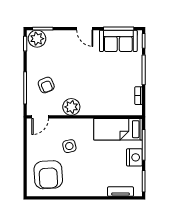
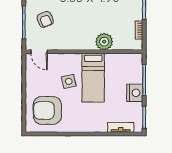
plant: (71, 107) -> (104, 42), moved
door: (40, 117) -> (39, 52), hinge flipped
bed: (118, 129) -> (93, 78), moved, turned -90
armchair: (48, 175) -> (47, 110), turned 93

